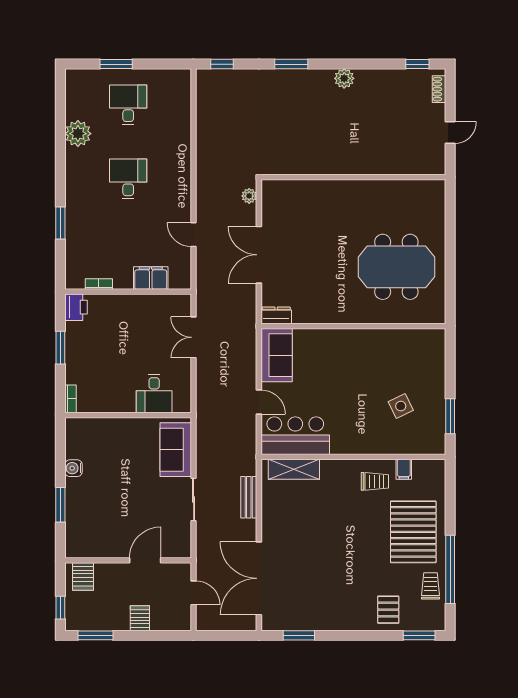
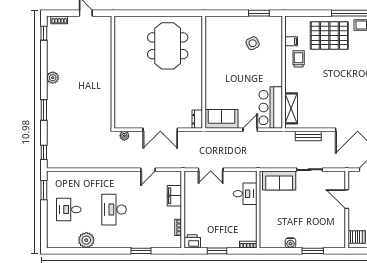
window: (116, 64) -> (44, 190), moved
desk: (128, 179) -> (114, 210), width x1.37

